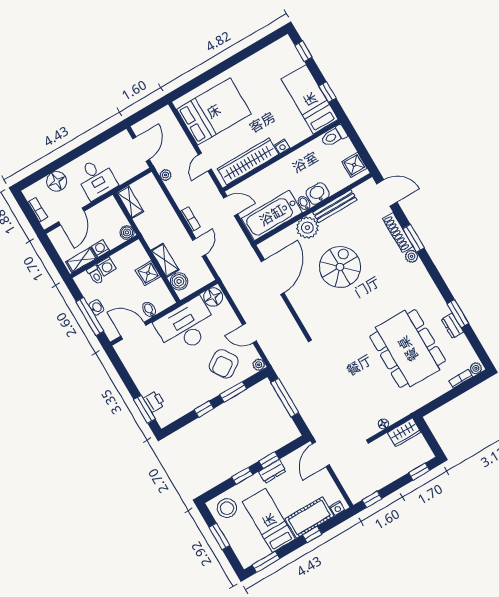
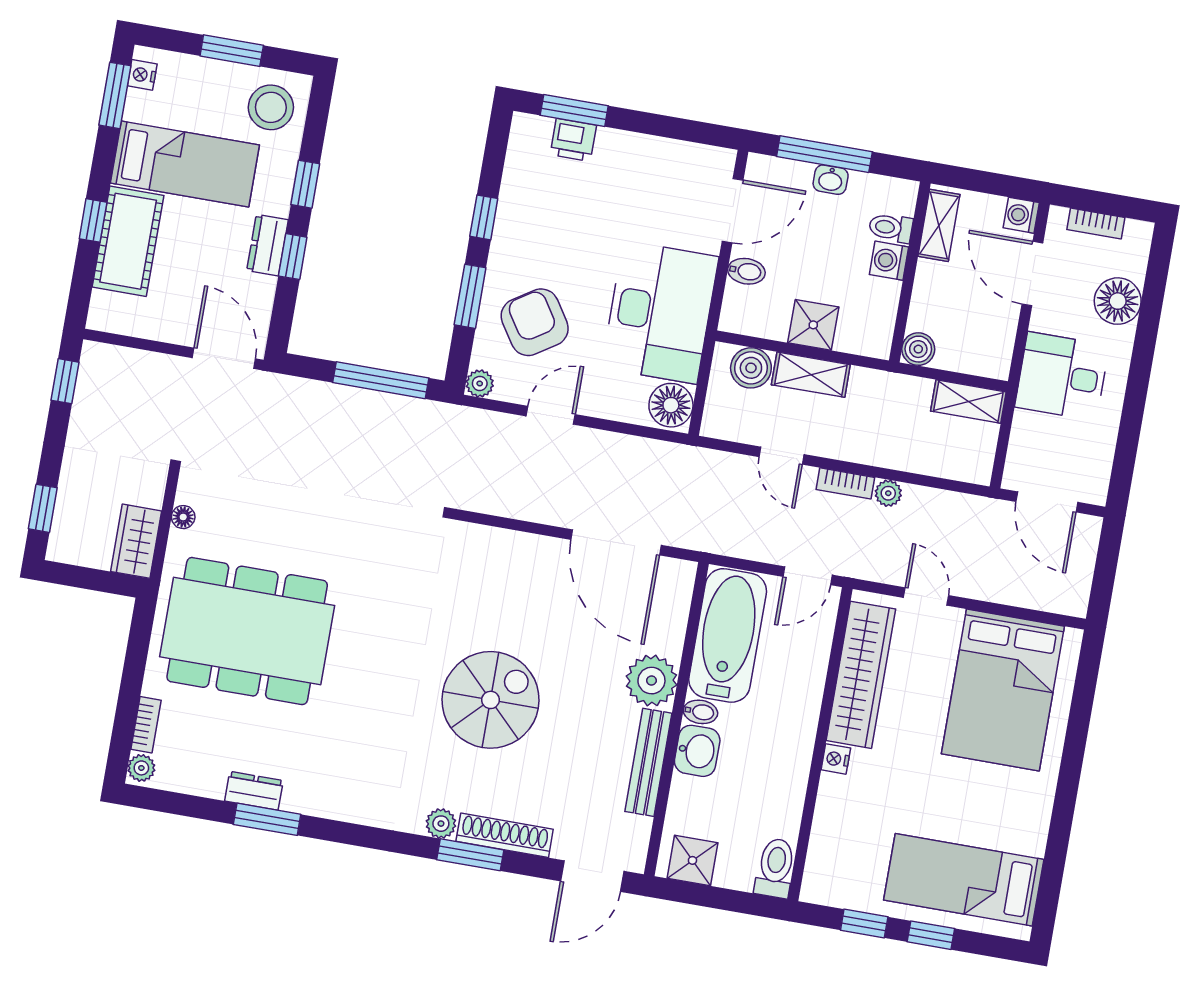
window: (303, 51) -> (931, 935), moved
bed: (310, 99) -> (964, 880), moved, turned 180
plant: (166, 175) -> (888, 493), moved
washing machine: (101, 248) -> (1021, 215), moved, turned 180
spiral stairs: (340, 267) -> (490, 700), moved, turned -90
dining table: (408, 349) -> (247, 631), moved
nightstand: (337, 508) -> (142, 75), moved

